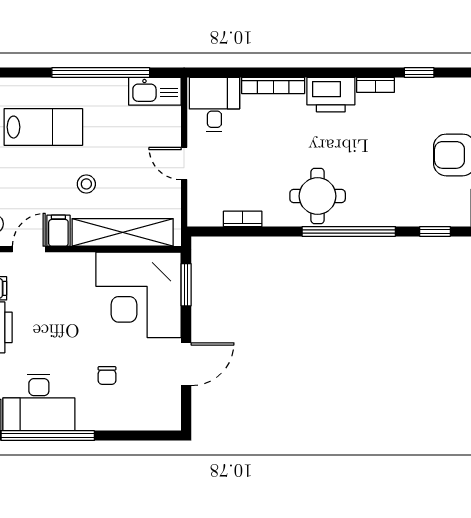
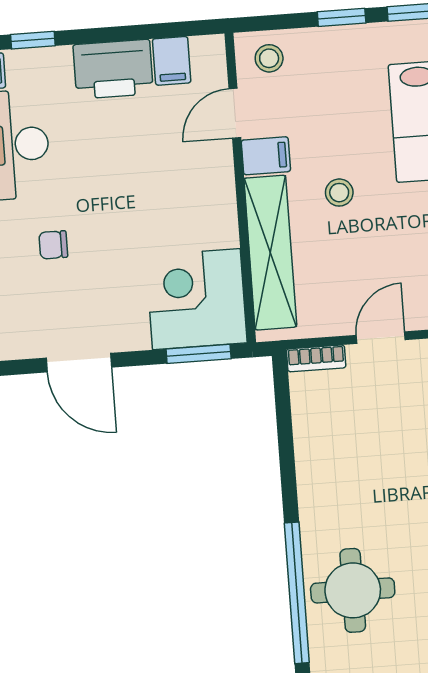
round table: (318, 196) -> (353, 590), moved
bookcase: (243, 219) -> (316, 358), moved, turned 90
door: (29, 249) -> (235, 113), swing flipped
corner desk: (139, 295) -> (196, 299), width x0.74, depth x0.74

